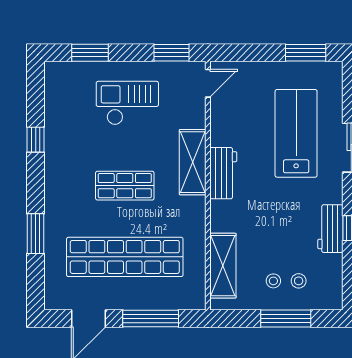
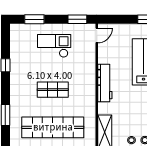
shelving: (193, 162) -> (89, 77), removed
workbench: (223, 173) -> (105, 83), width x1.37

